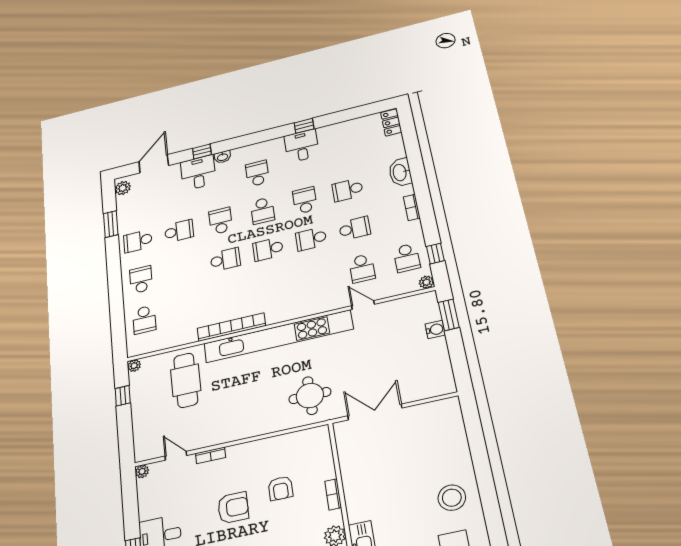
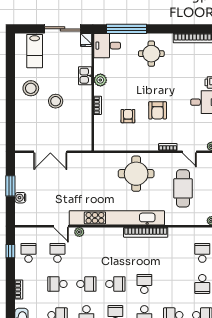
school desk: (225, 259) -> (144, 284), turned 90
plant: (426, 282) -> (79, 232), moved
window: (449, 315) -> (10, 186), moved
cafe table: (186, 380) -> (183, 188), moved
round table: (310, 396) -> (136, 174), moved, width x1.36, depth x1.36
double door: (375, 412) -> (50, 152), moved
stool: (405, 486) -> (56, 101), added
armchair: (233, 508) -> (158, 110), turned -90

